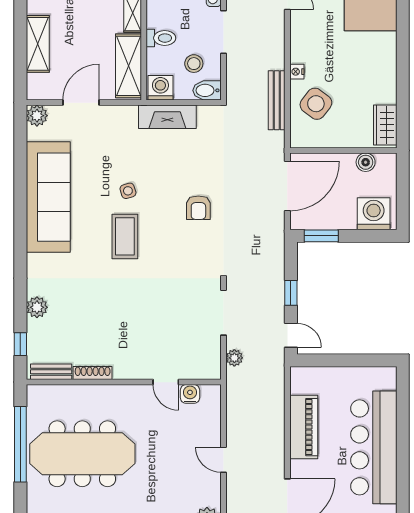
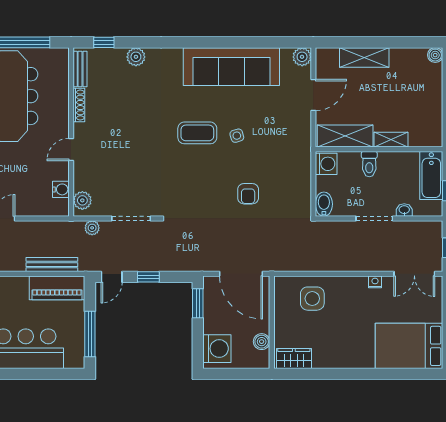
stool: (194, 64) -> (347, 193), removed
nightstand: (297, 72) -> (375, 282), moved
bench: (277, 100) -> (52, 265), moved
door: (81, 103) -> (313, 95), hinge flipped
side table: (316, 104) -> (312, 299), turned -37
fireplace: (167, 117) -> (301, 170), removed
armchair: (198, 208) -> (248, 194), moved, turned -90
window: (357, 360) -> (90, 334), added
plant: (203, 369) -> (82, 200), added
door: (166, 382) -> (71, 149), moved
piano: (304, 427) -> (57, 288), moved

